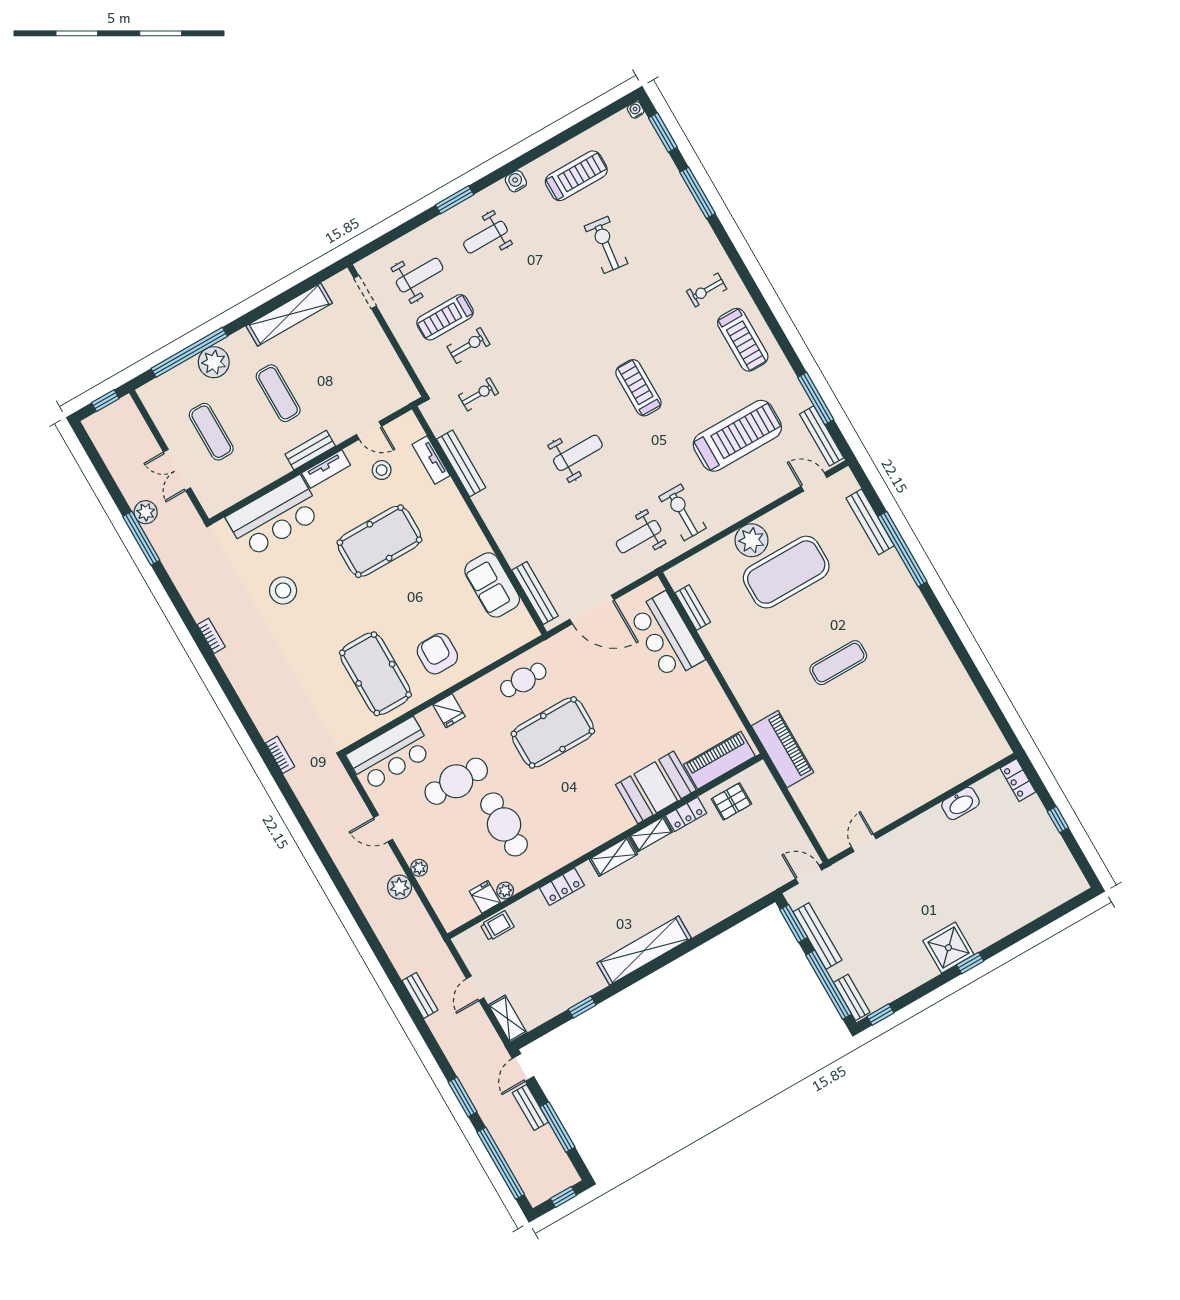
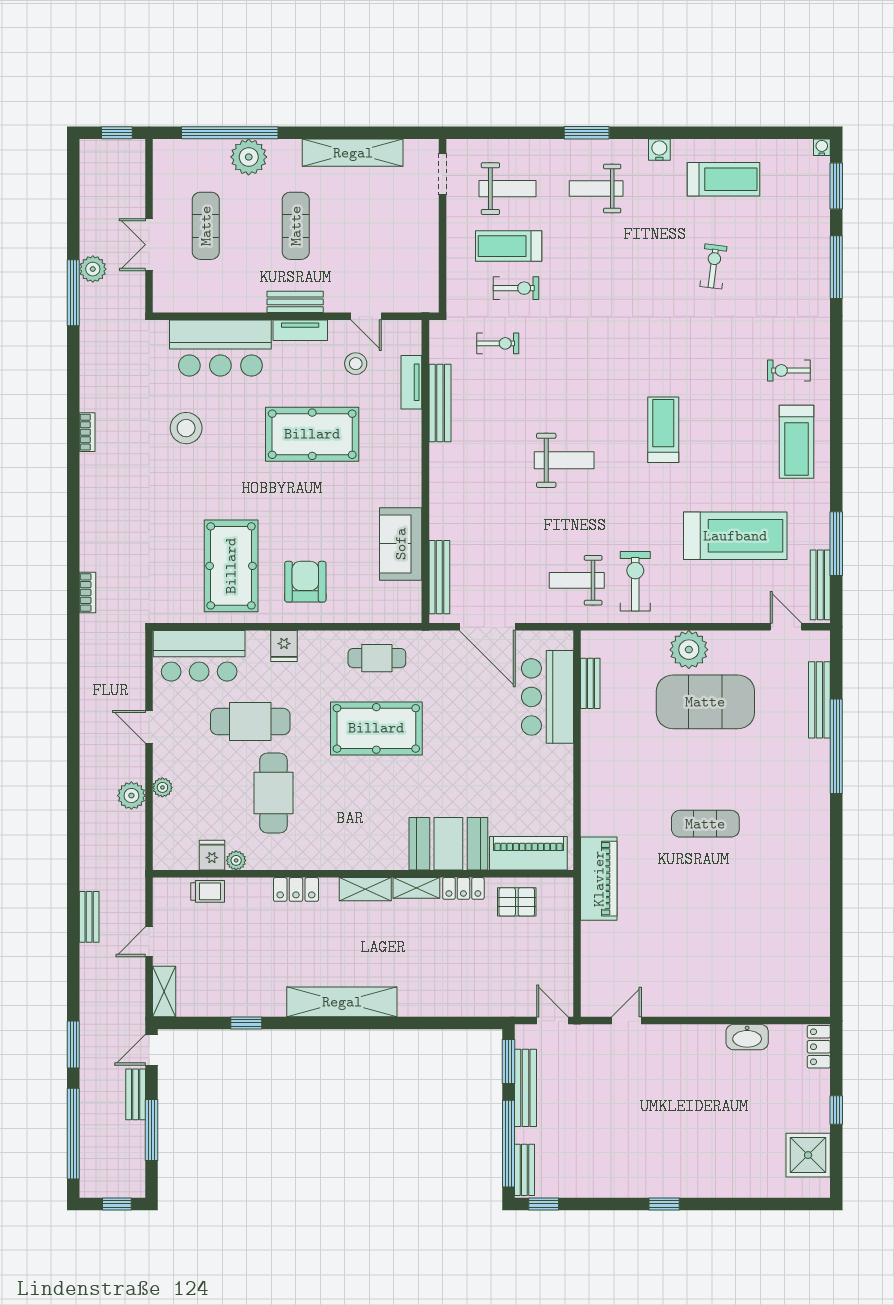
exercise bike: (606, 245) -> (713, 266), width x0.73, depth x0.72
shower: (948, 948) -> (808, 1155), moved

